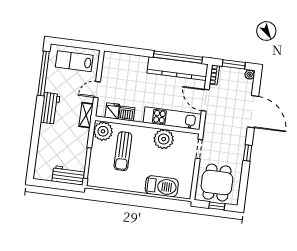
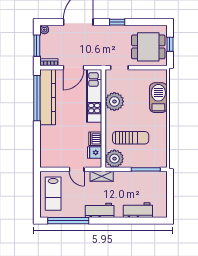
workbench: (68, 175) -> (138, 210), moved, turned 90

